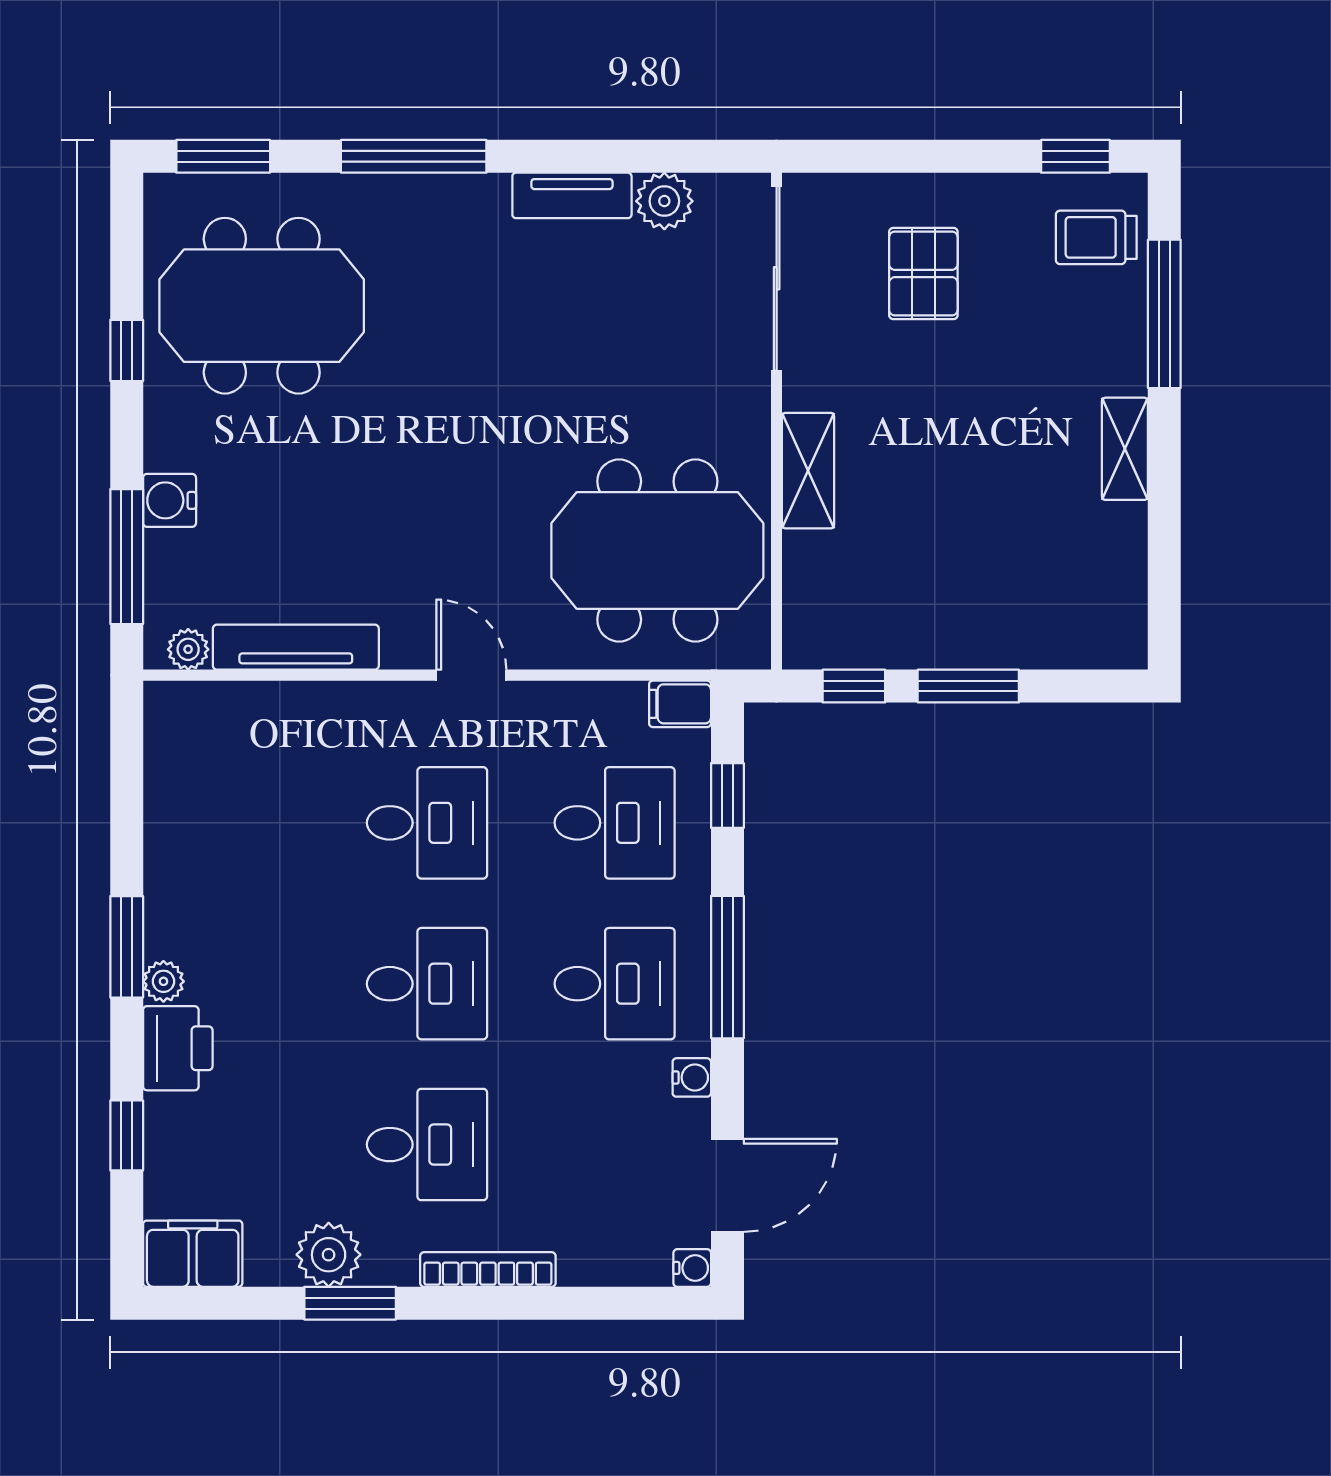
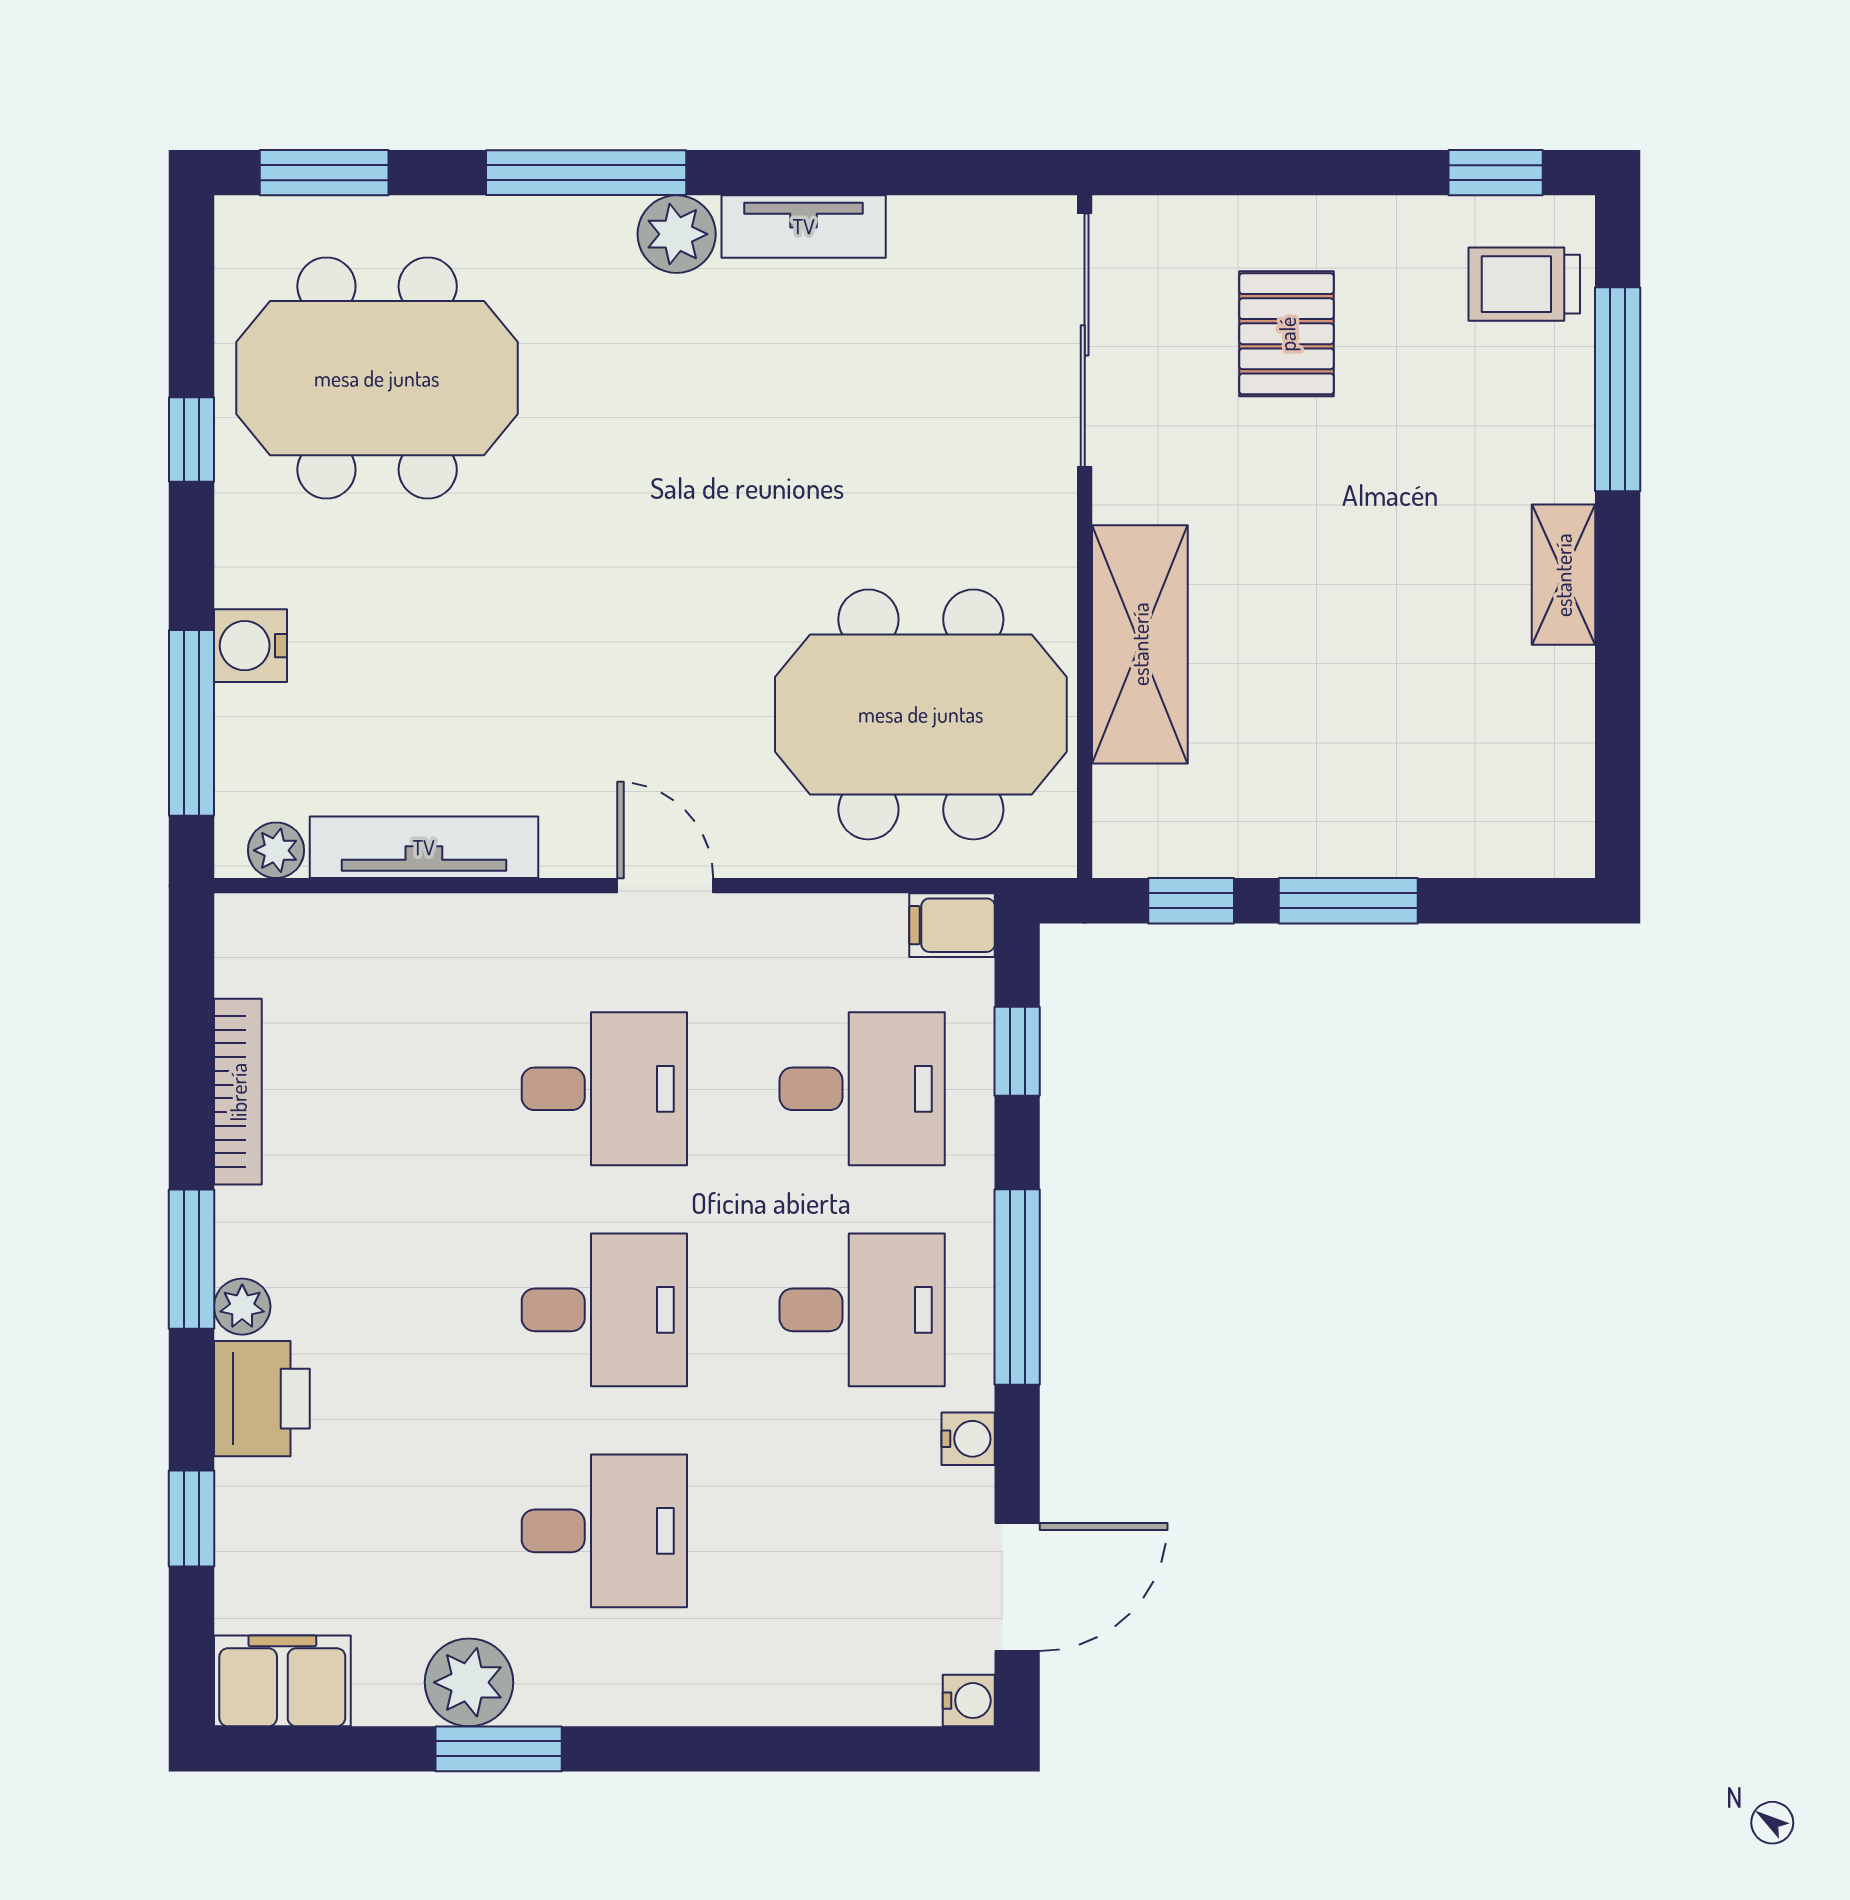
plant: (664, 201) -> (677, 234), moved
shelving: (808, 471) -> (1140, 644), width x1.50, depth x1.33
bookcase: (488, 1269) -> (238, 1092), moved, turned 90

